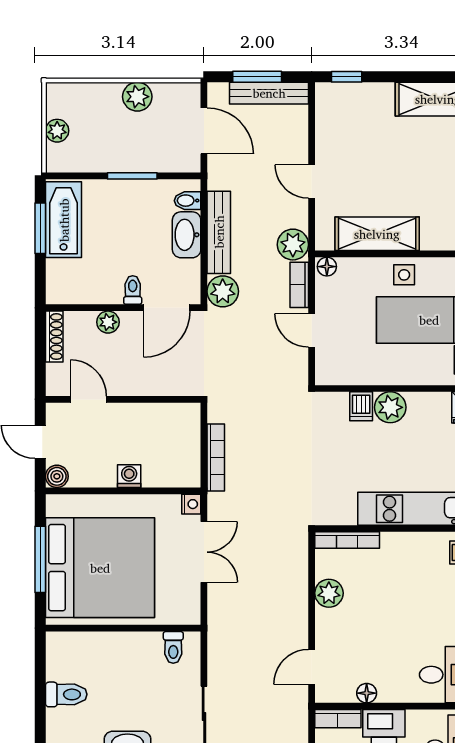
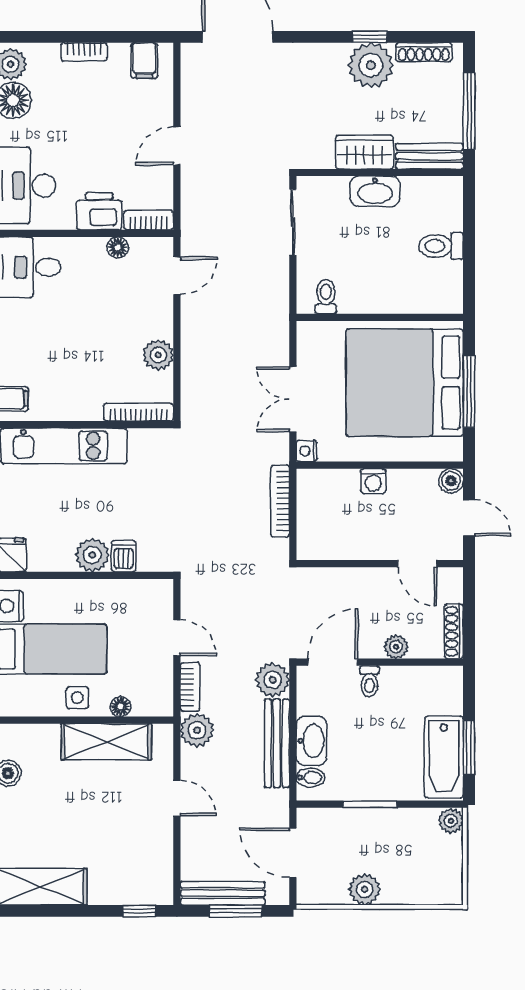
plant: (57, 131) -> (451, 821), moved
floor lamp: (327, 267) -> (121, 707), moved

